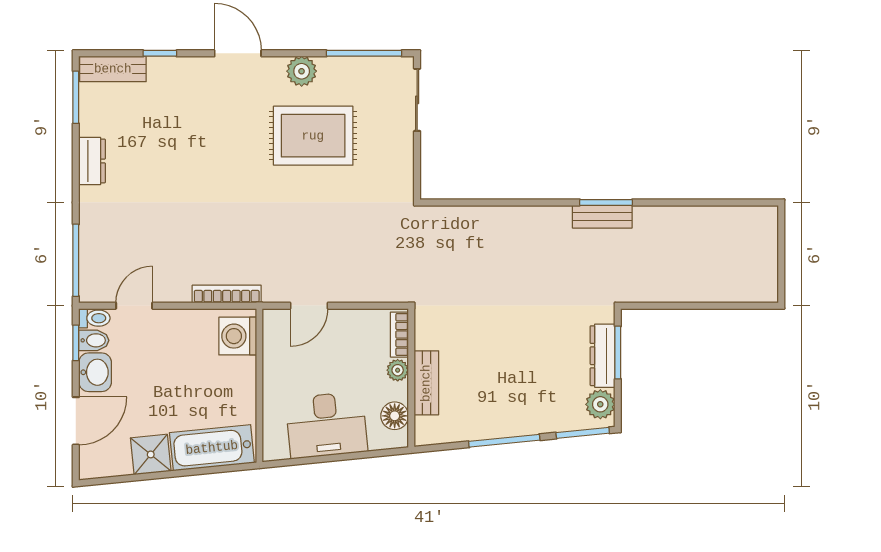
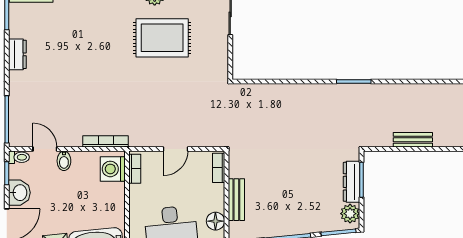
bench: (602, 217) -> (413, 140), moved
door: (134, 306) -> (45, 149), hinge flipped
door: (309, 306) -> (176, 149), moved
bookcase: (271, 336) -> (135, 169), added
bidet: (94, 340) -> (64, 161), moved, turned 90
plant: (398, 370) -> (217, 191), removed

